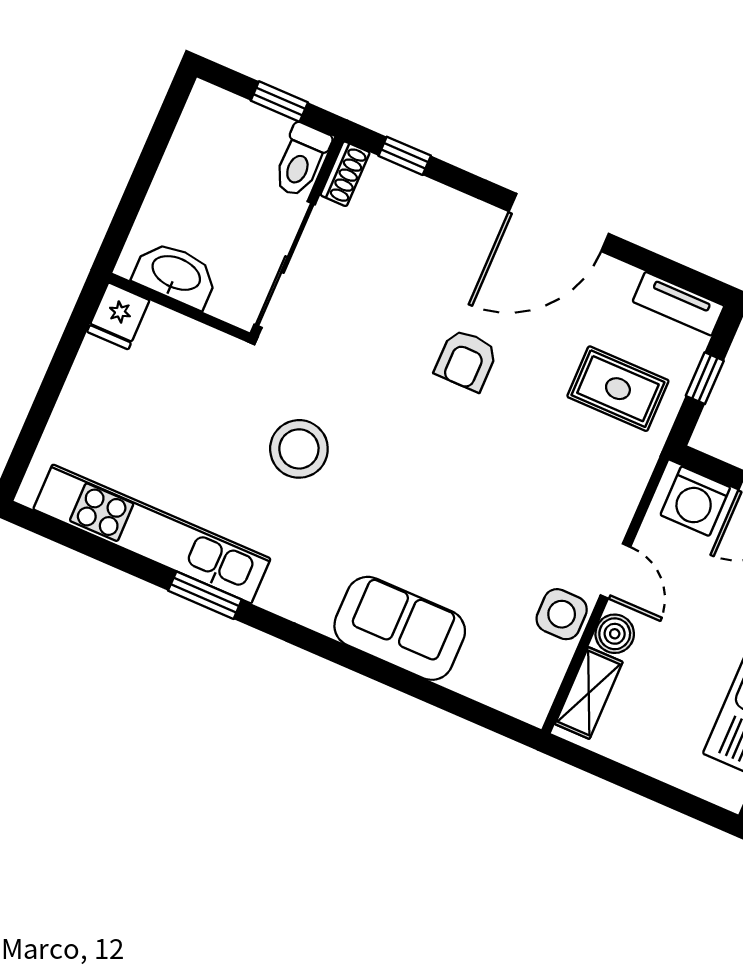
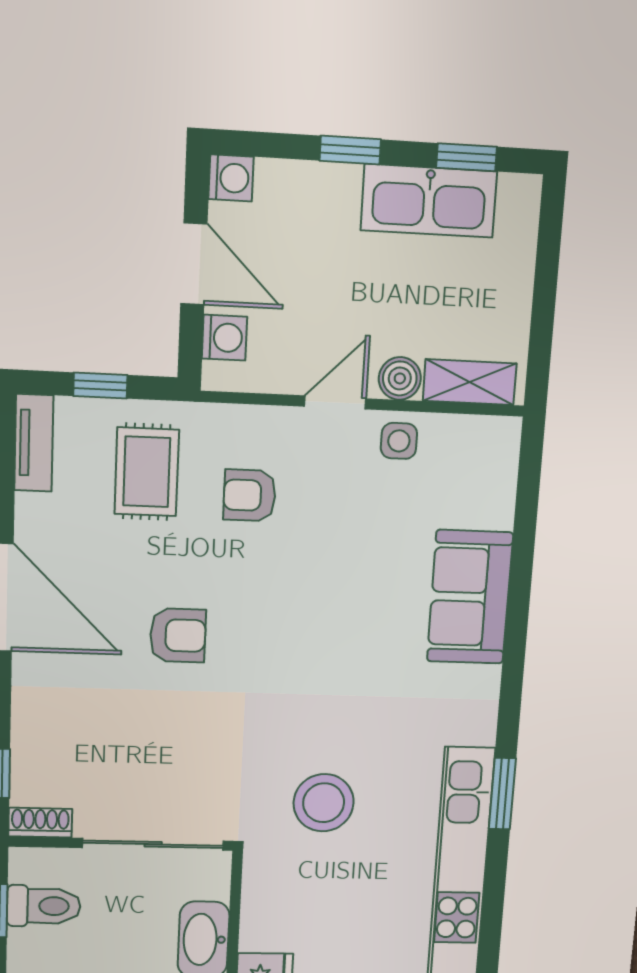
toilet: (301, 160) -> (44, 906), moved
stool: (299, 449) -> (324, 803), moved
armchair: (564, 468) -> (249, 495), added
washing machine: (695, 501) -> (224, 338), width x0.73, depth x0.73
side table: (562, 614) -> (399, 441), width x0.73, depth x0.73

